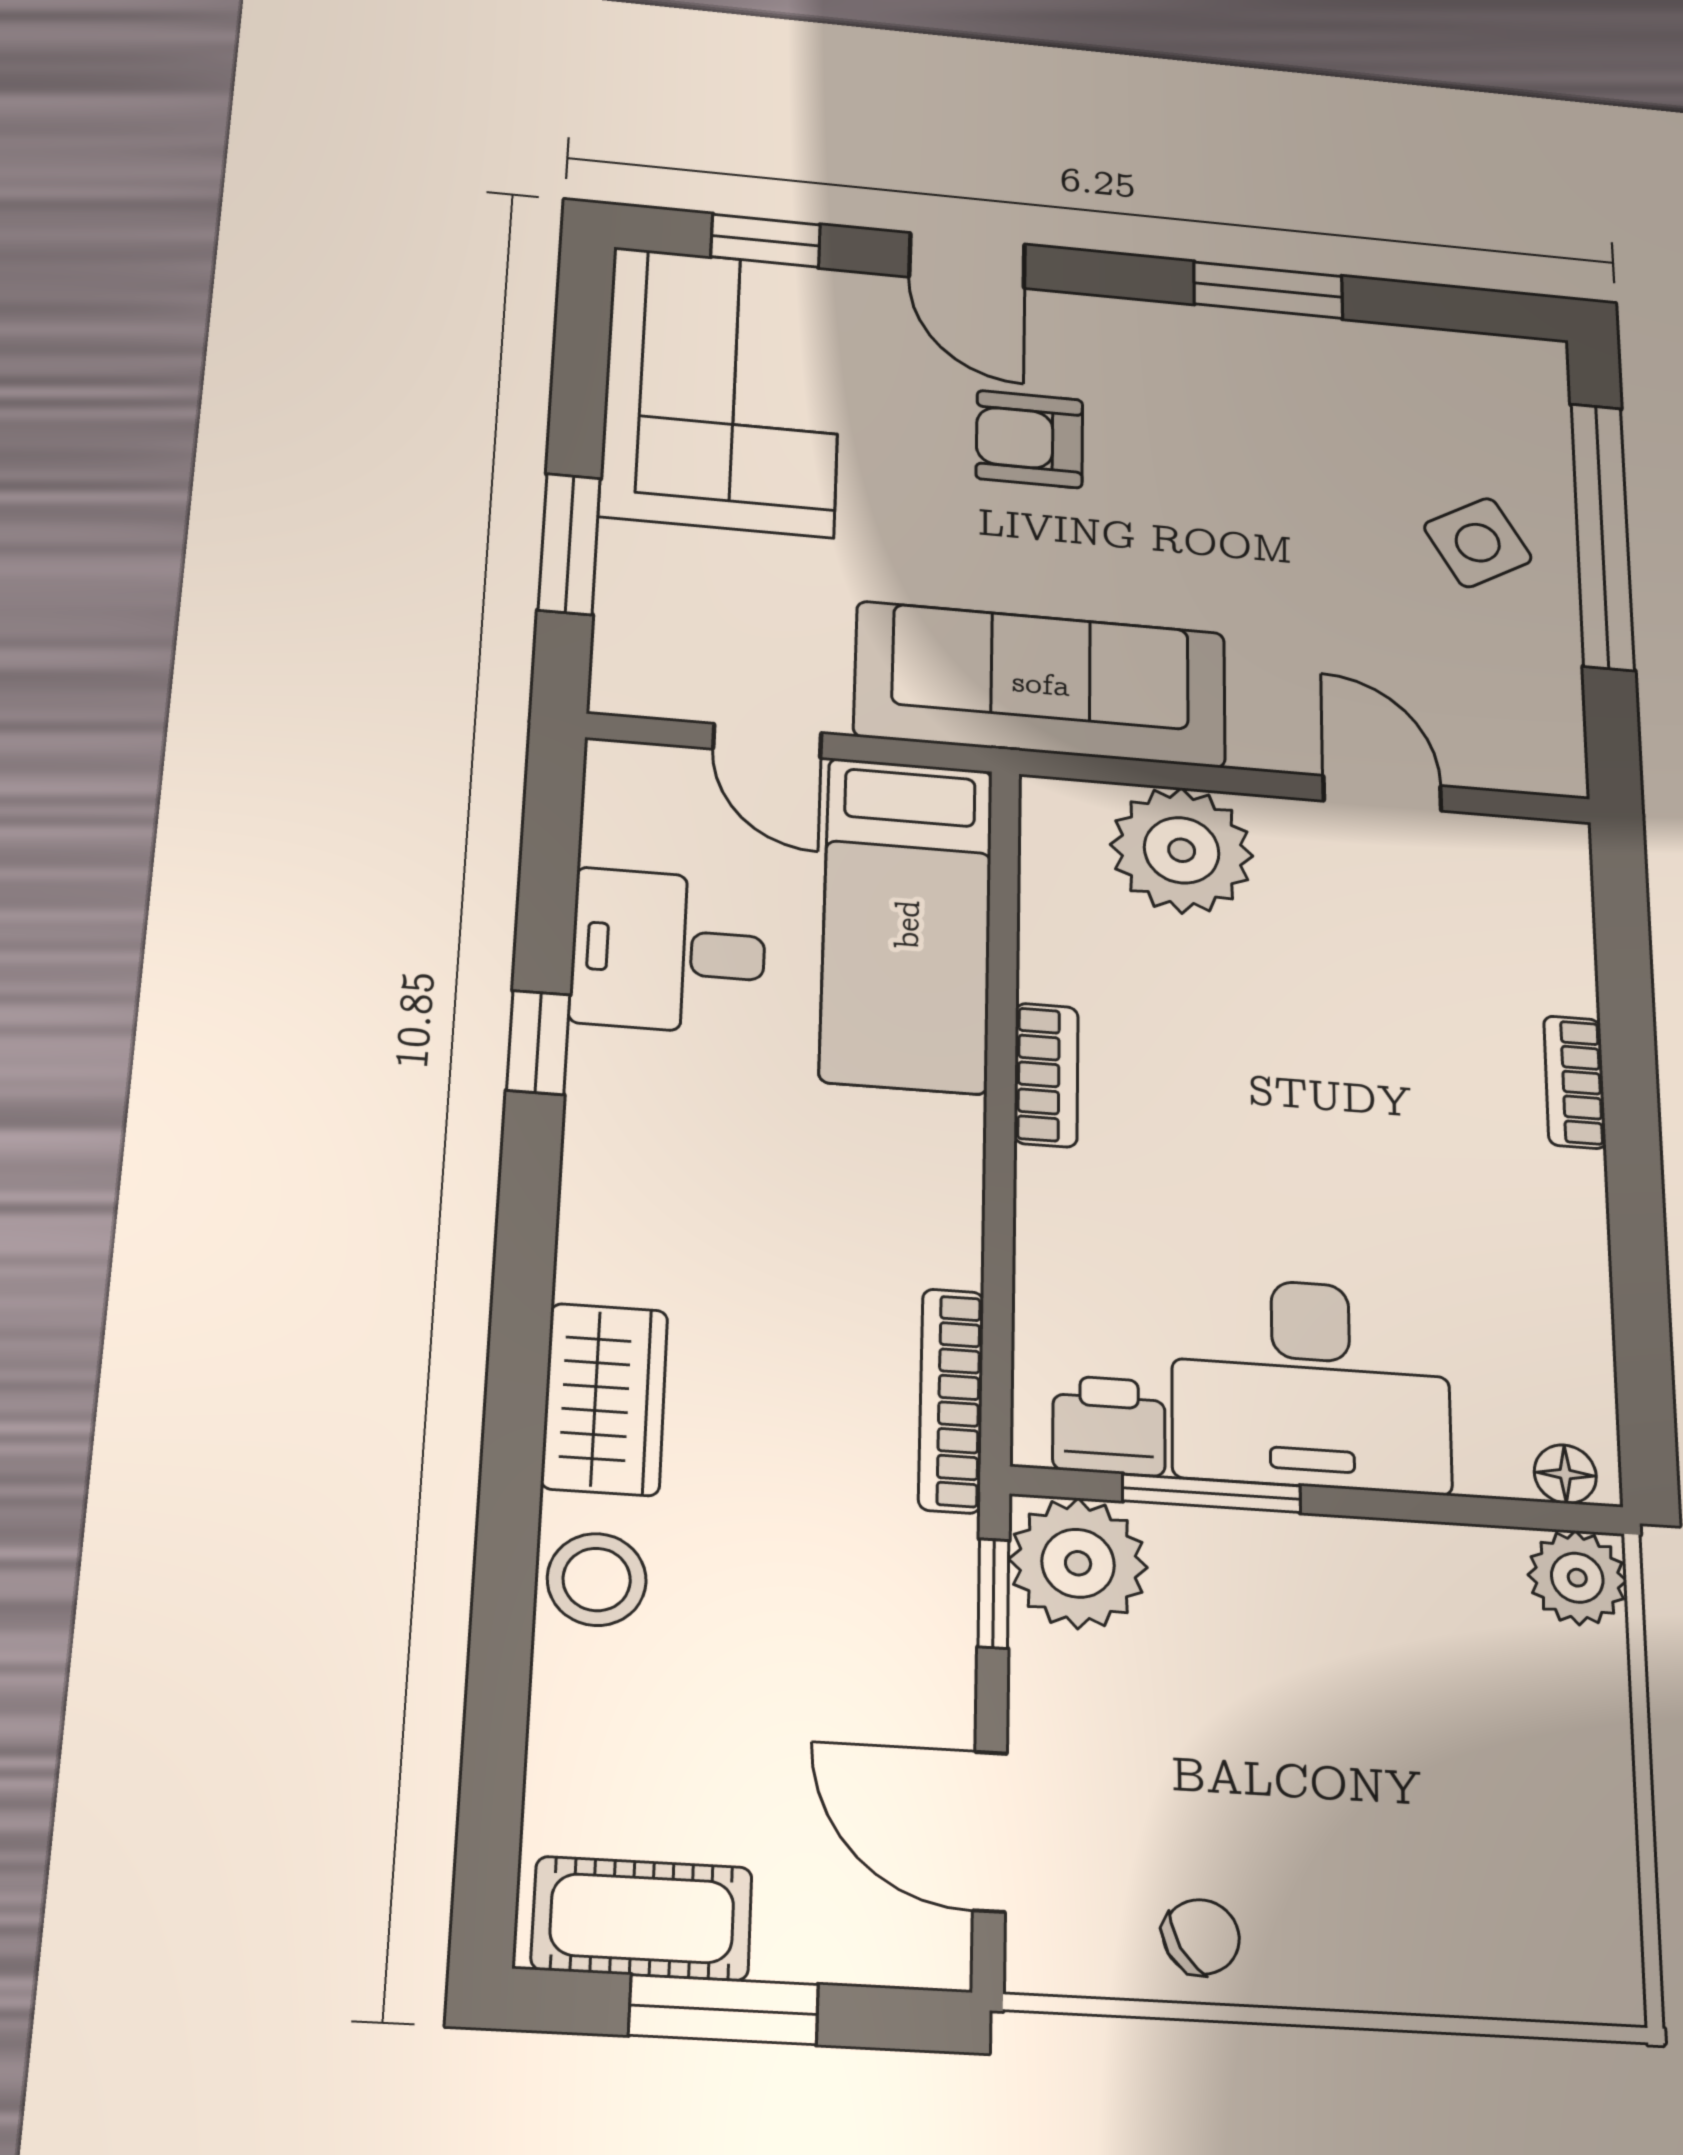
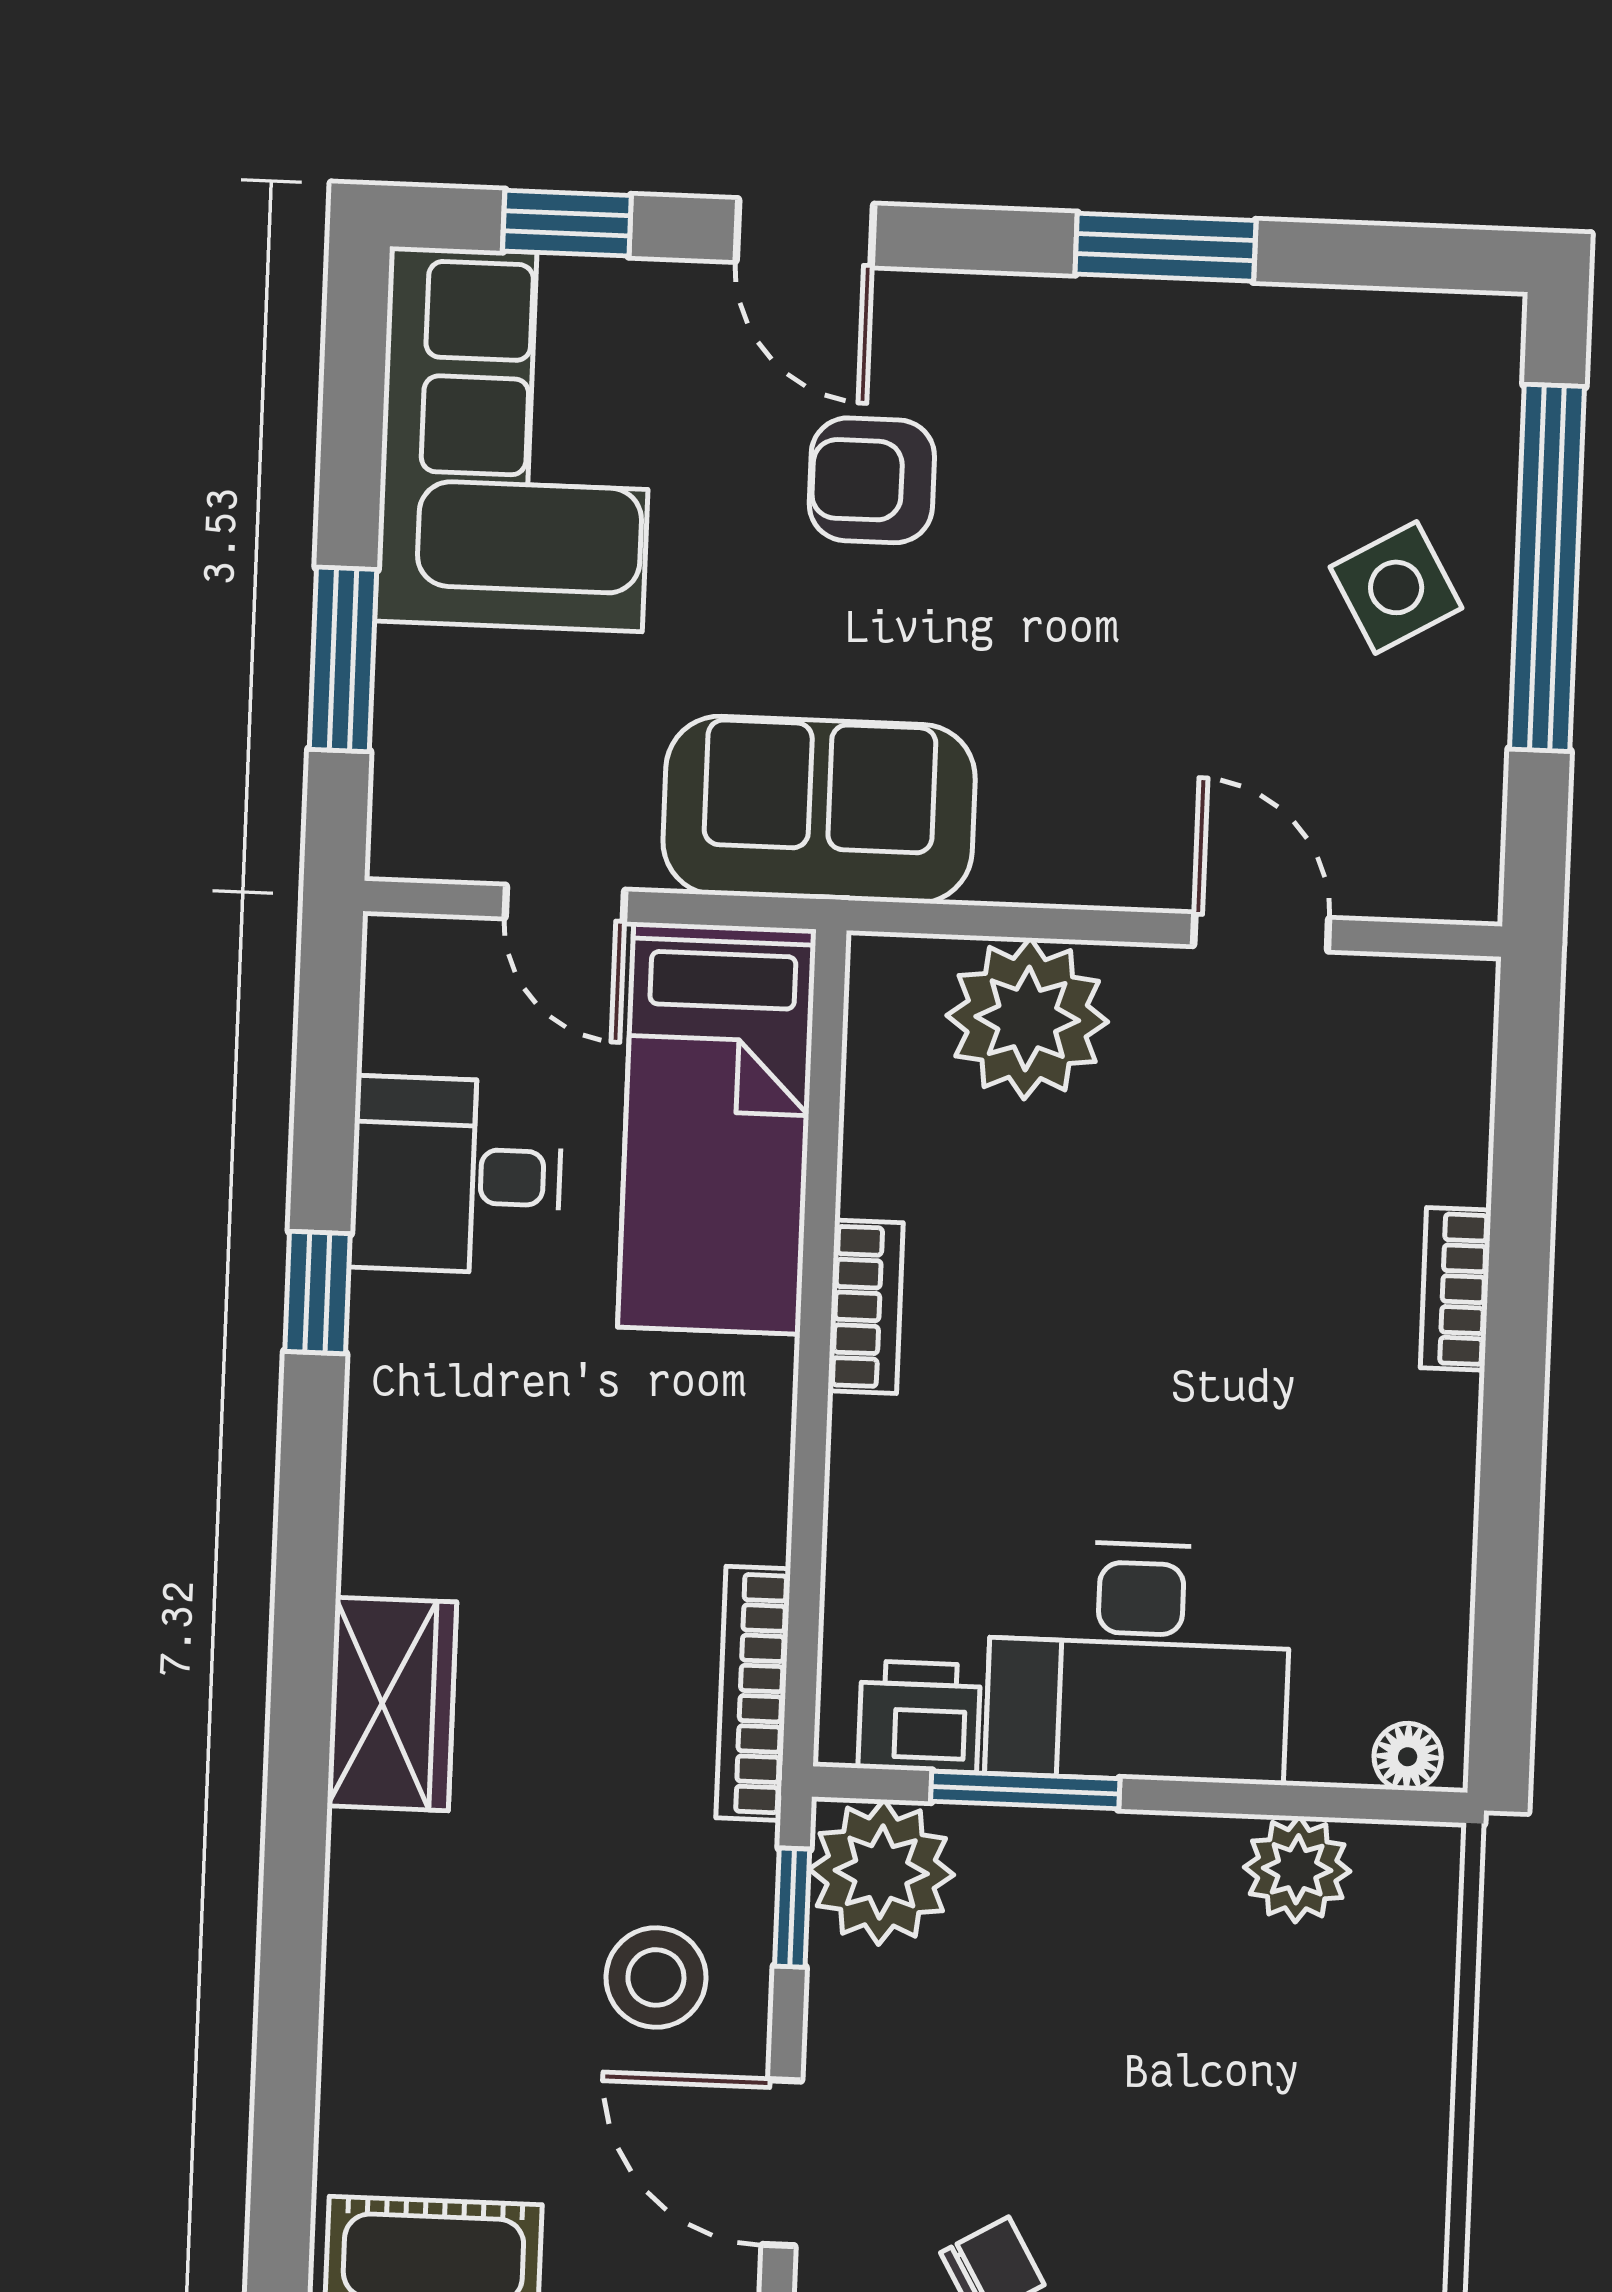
sofa: (1041, 684) -> (819, 810), width x0.73
plant: (1577, 1578) -> (1297, 1869), moved
stool: (597, 1579) -> (656, 1977), moved

